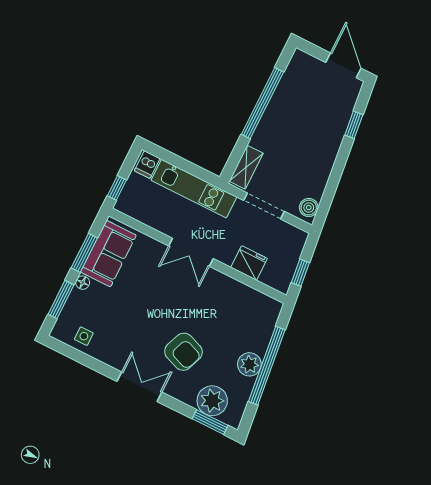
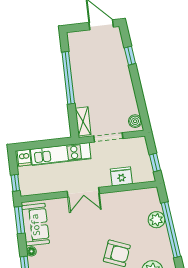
window: (84, 253) -> (20, 220), moved
plant: (249, 364) -> (156, 220), moved

